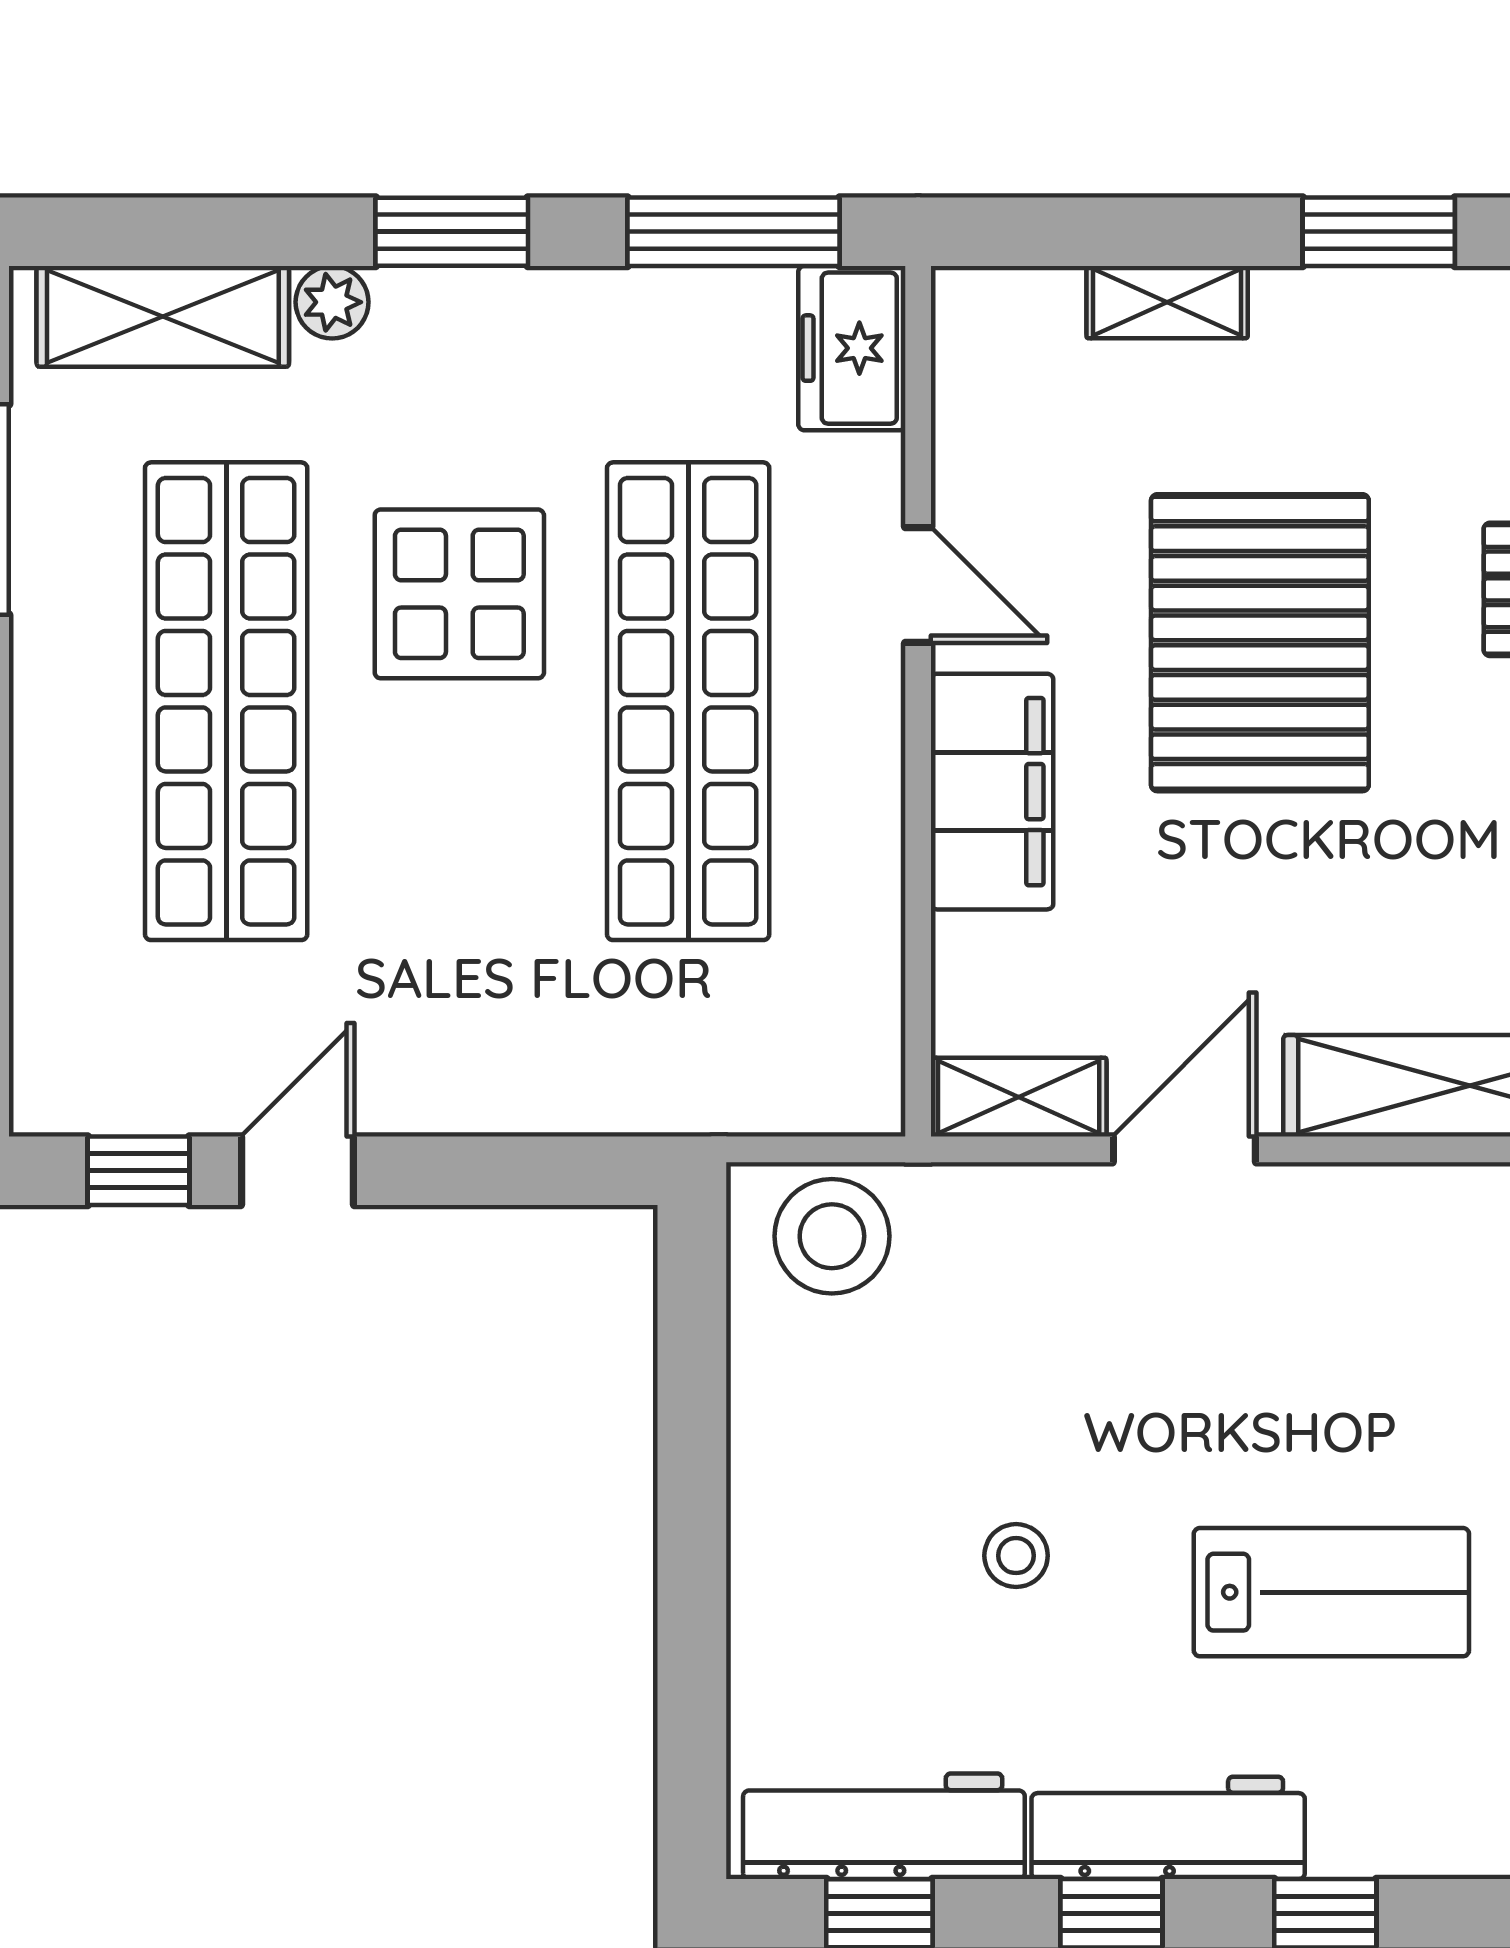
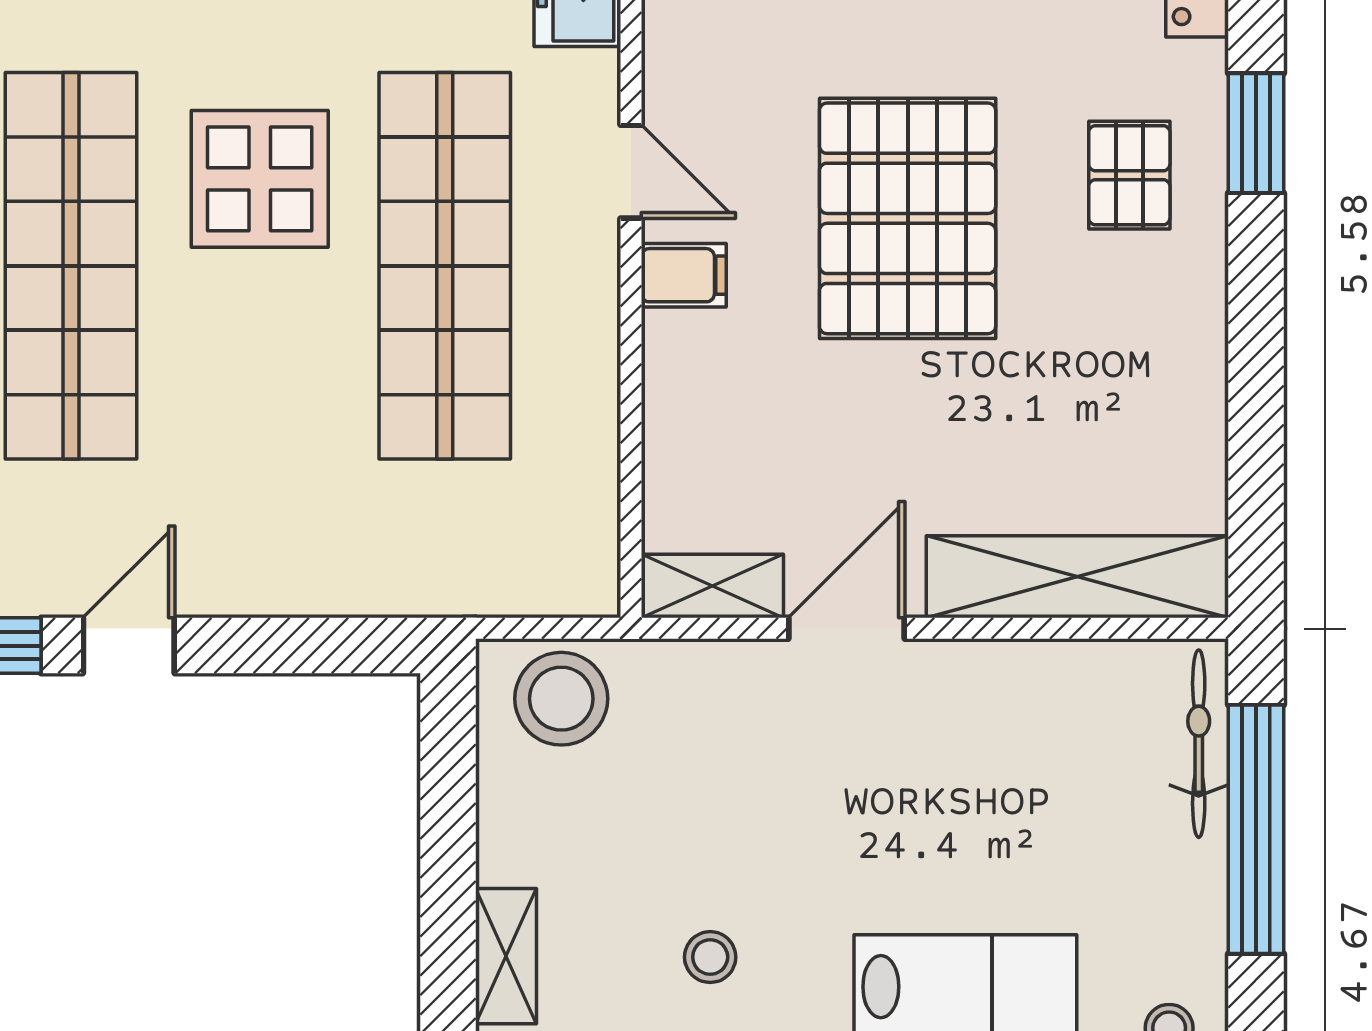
filing cabinet: (992, 792) -> (684, 275), width x0.33, depth x0.86
shelving: (764, 1554) -> (506, 956), added

